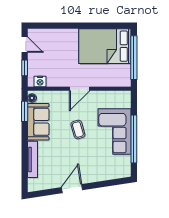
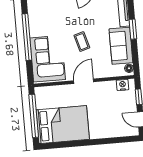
window: (25, 111) -> (133, 29), moved
corner sofa: (114, 132) -> (48, 59), moved

